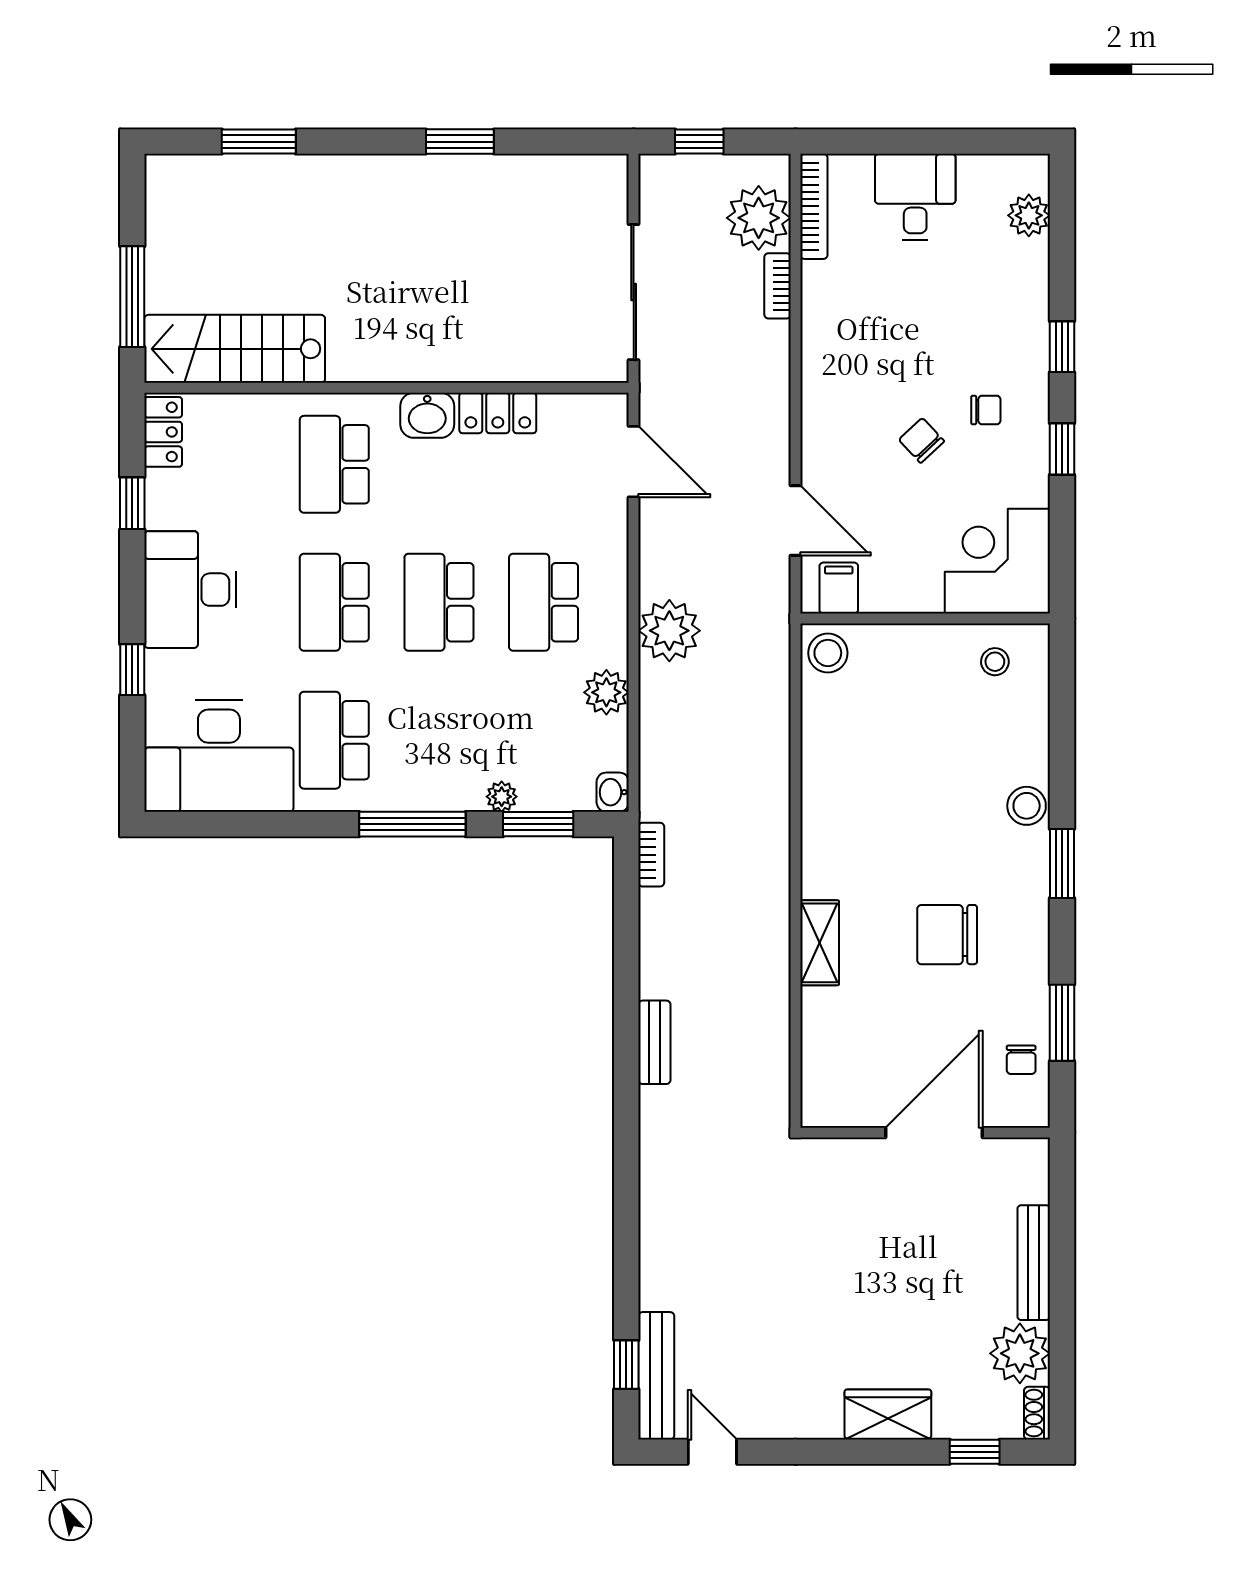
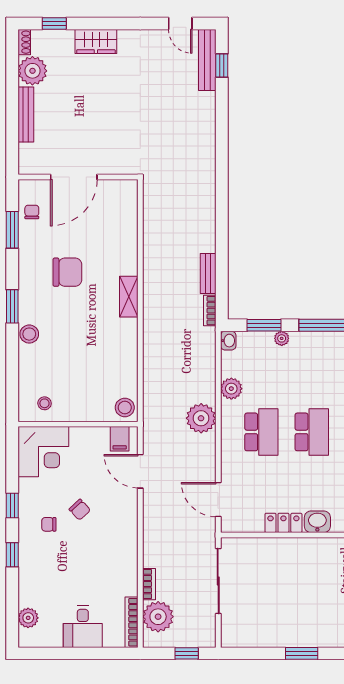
shelving: (820, 943) -> (129, 297), moved
bench: (654, 1042) -> (208, 274), moved

